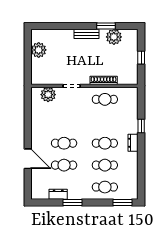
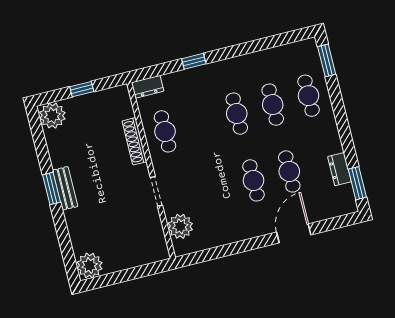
window: (106, 26) -> (52, 188), moved
plant: (114, 37) -> (52, 116), moved
plant: (39, 50) -> (90, 266), moved
dresser: (133, 143) -> (148, 87), moved
window: (73, 202) -> (357, 183), moved

